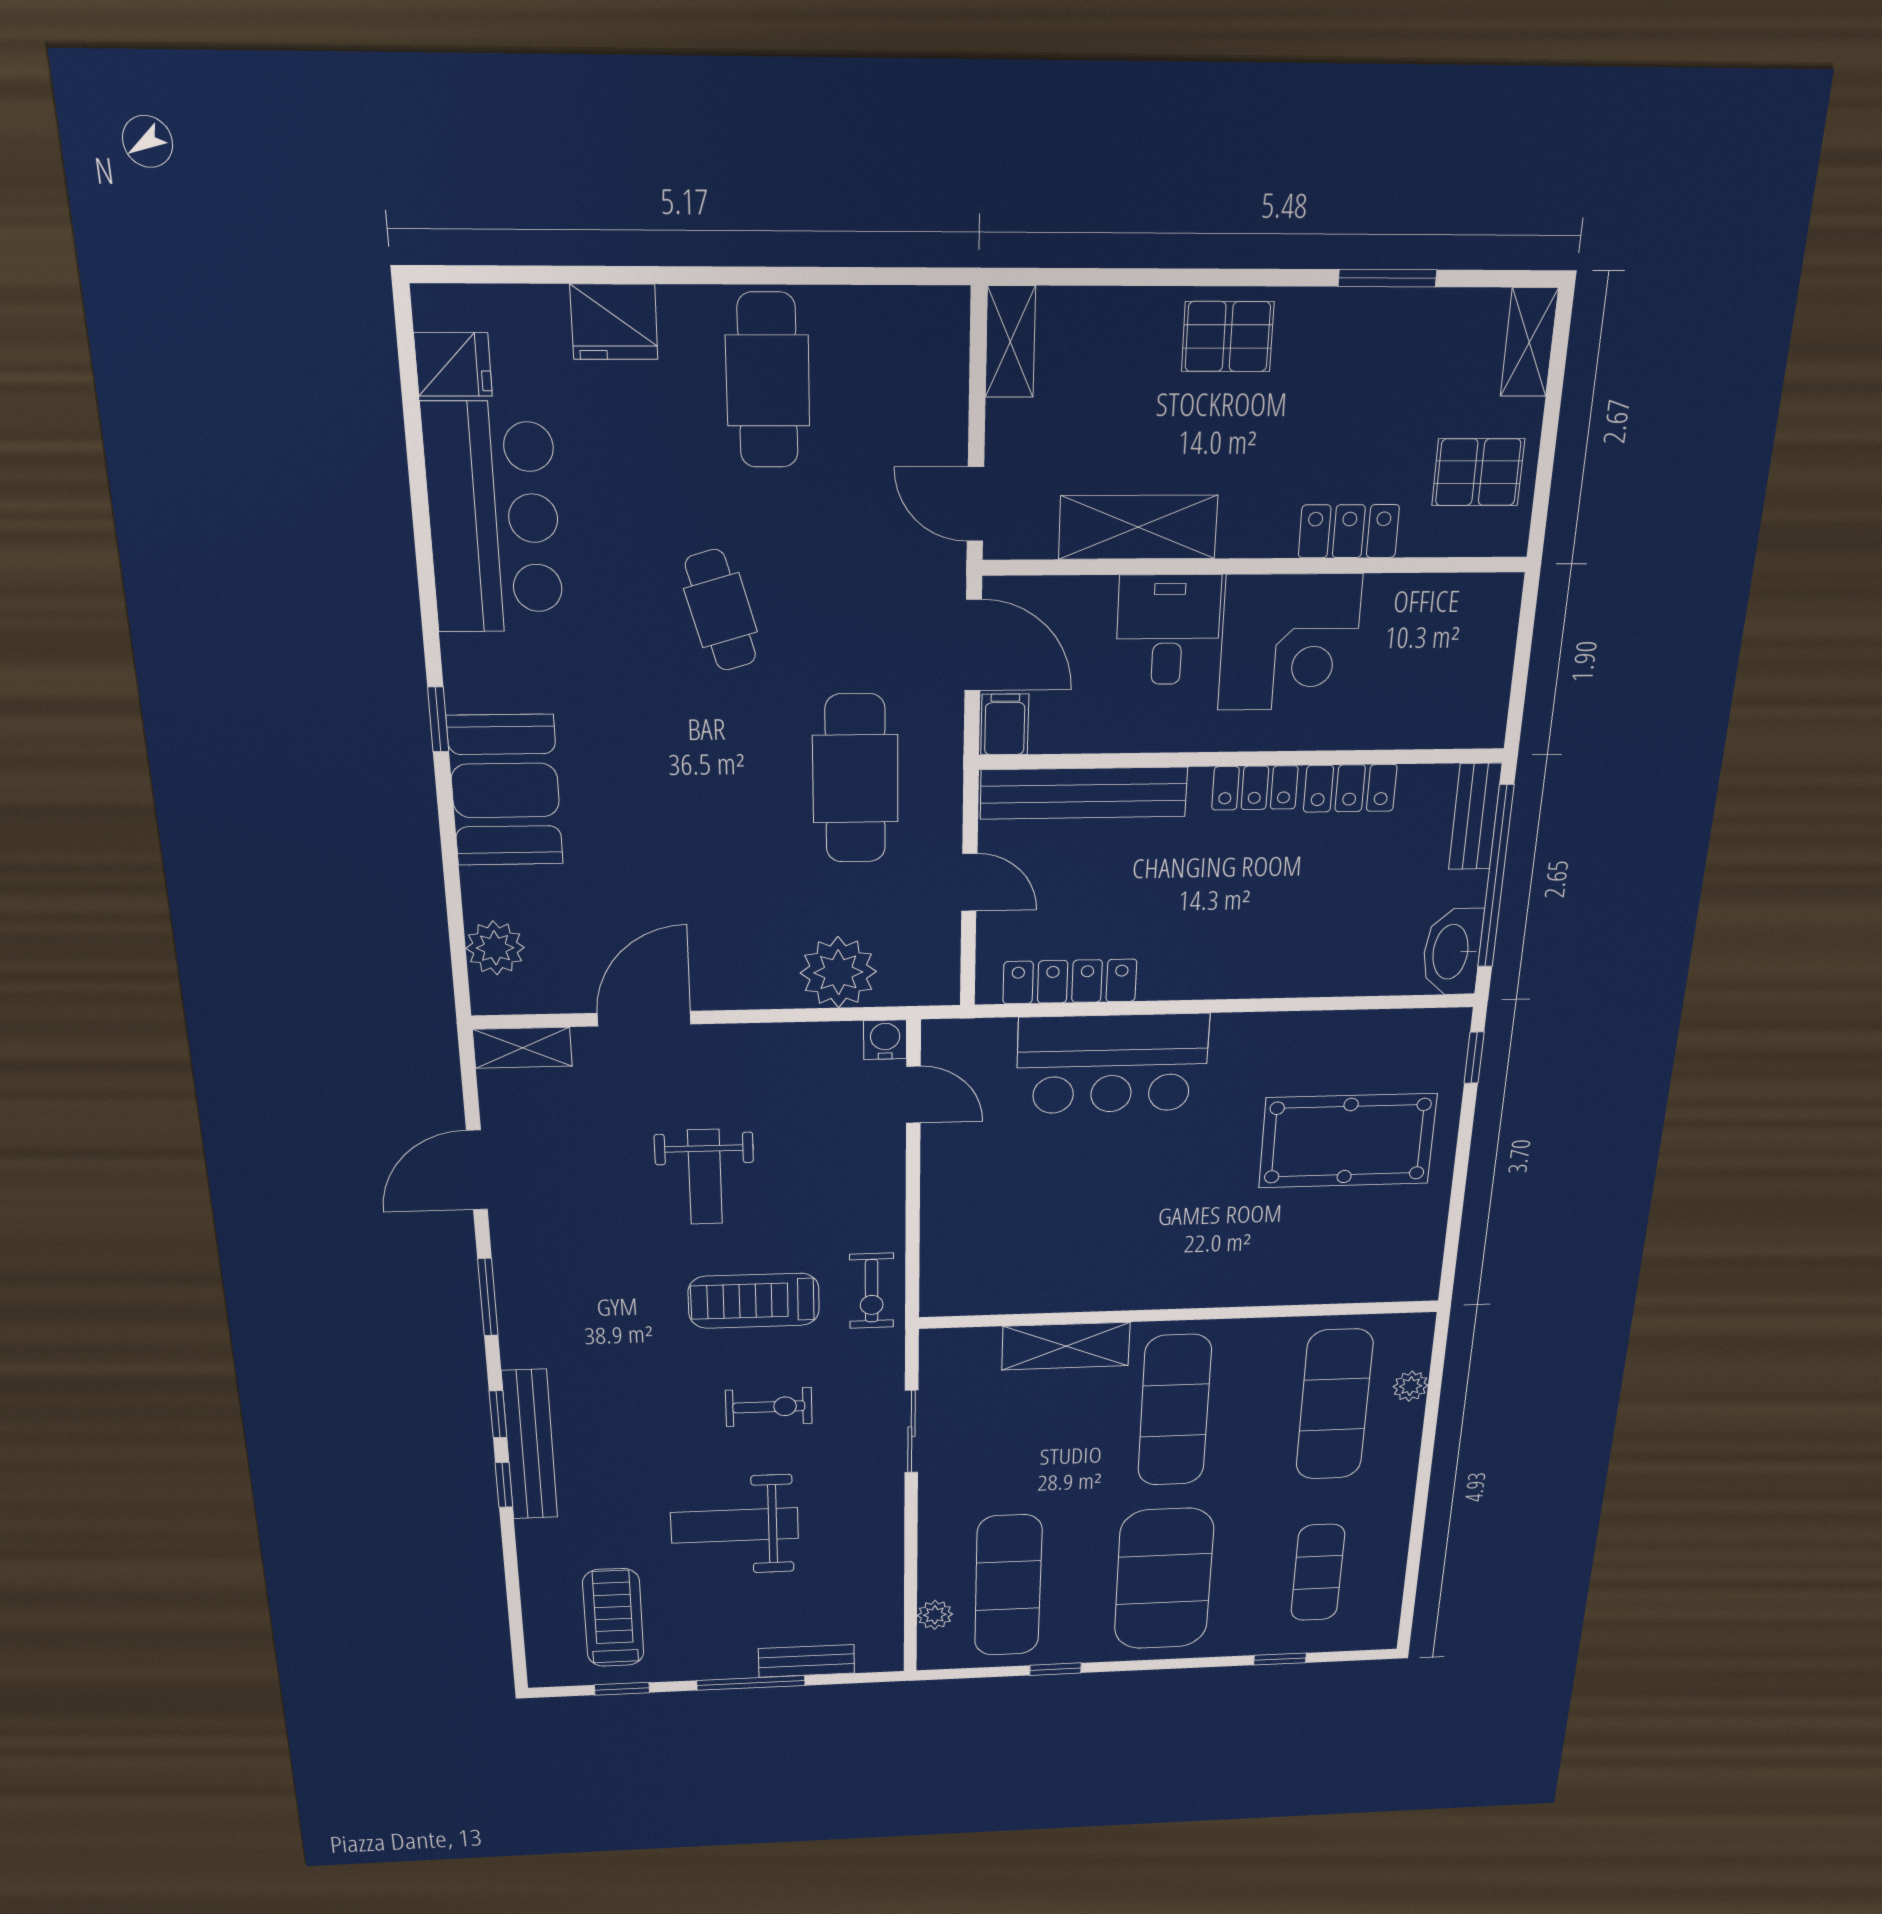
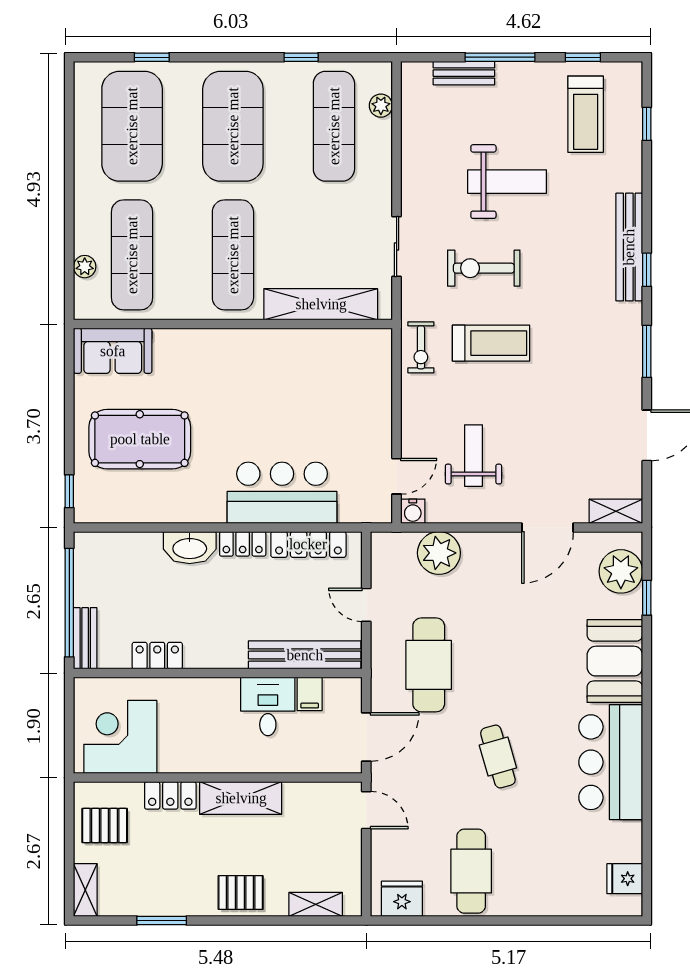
fridge: (614, 322) -> (402, 899), moved
shelving: (1010, 342) -> (316, 904), moved, turned 90
bar counter: (493, 518) -> (611, 762), moved
shelving: (1138, 527) -> (241, 798), moved
desk: (1168, 630) -> (268, 706), moved, turned 180
corner desk: (1290, 642) -> (120, 737), moved
door: (973, 645) -> (366, 737), swing flipped
window: (438, 719) -> (647, 598), moved
filing cabinet: (1005, 724) -> (310, 694), moved
locker: (1255, 788) -> (243, 544), moved, turned 180
plant: (495, 948) -> (621, 571), width x1.36, depth x1.36
washbasin: (1452, 952) -> (190, 548), moved, turned 90
door: (913, 1095) -> (397, 476), swing flipped
weight bench: (705, 1177) -> (473, 456), moved
sofa: (1379, 1270) -> (113, 351), added
exercise bike: (872, 1291) -> (421, 347), turned 180
shelving: (1066, 1346) -> (321, 304), width x1.47
exercise bike: (769, 1407) -> (484, 268), width x1.38, depth x1.39
window: (504, 1485) -> (647, 124), moved
exercise mat: (1318, 1573) -> (132, 126), width x2.00, depth x1.45

